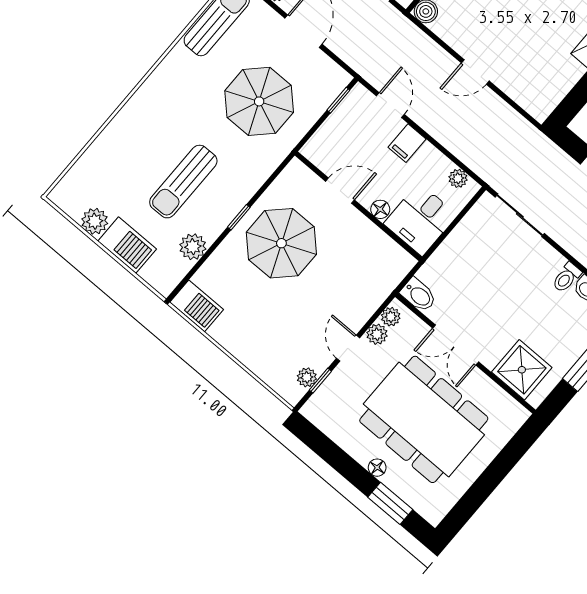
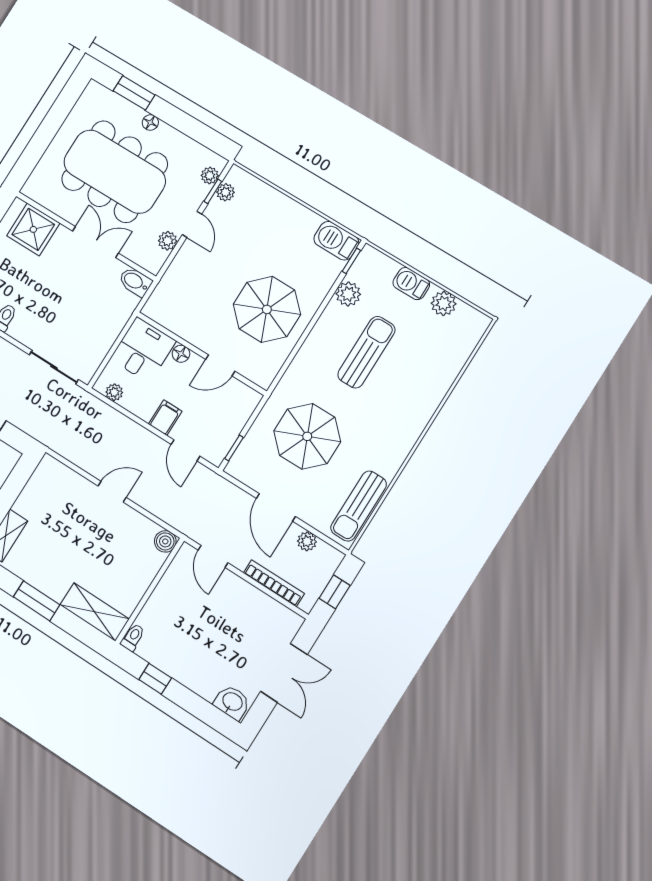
window: (239, 217) -> (351, 261), moved
barbecue: (127, 245) -> (411, 284), width x0.73, depth x0.79
plant: (391, 317) -> (210, 176), moved

